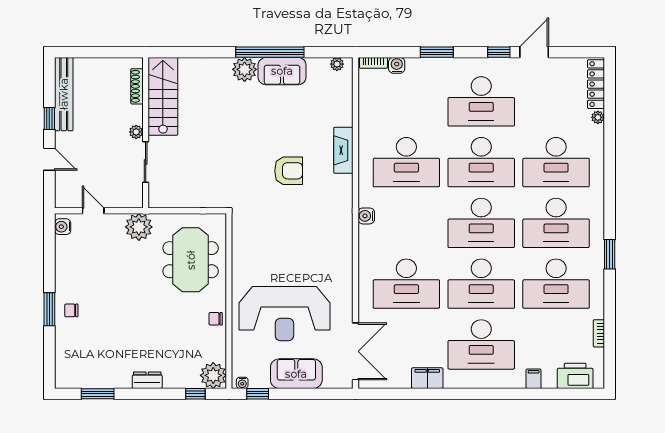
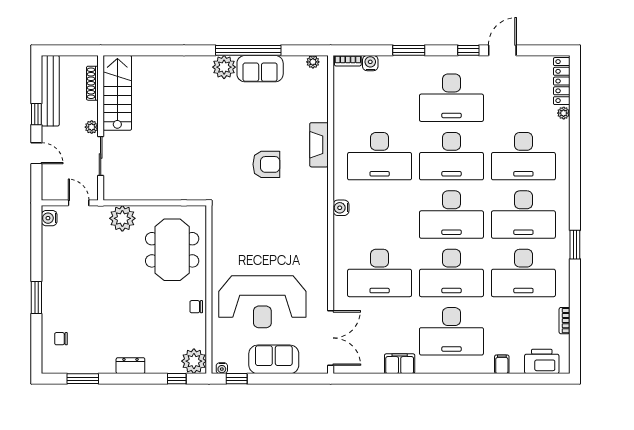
shoe rack: (137, 86) -> (92, 83), moved
stairs: (163, 96) -> (117, 93), moved
plant: (136, 132) -> (92, 127), moved
wall: (146, 133) -> (101, 128), moved
sliding door: (146, 162) -> (101, 156), moved
chair: (71, 310) -> (61, 339), moved

